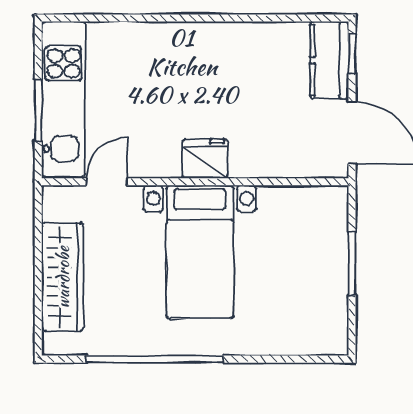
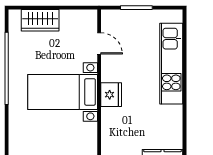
kitchen unit: (64, 99) -> (171, 64), moved, turned 90
wardrobe: (63, 277) -> (40, 20), width x0.67

